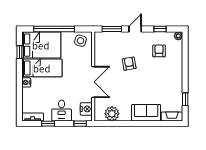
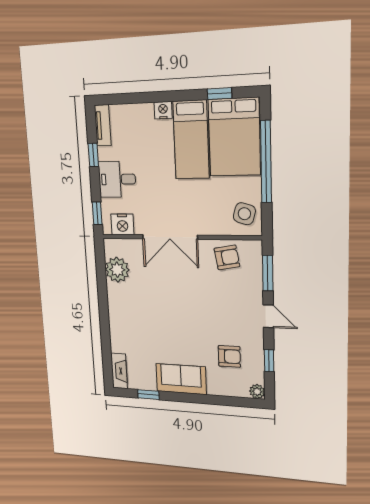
armchair: (129, 64) -> (227, 257), moved
sofa: (146, 113) -> (181, 379), moved, turned -90

